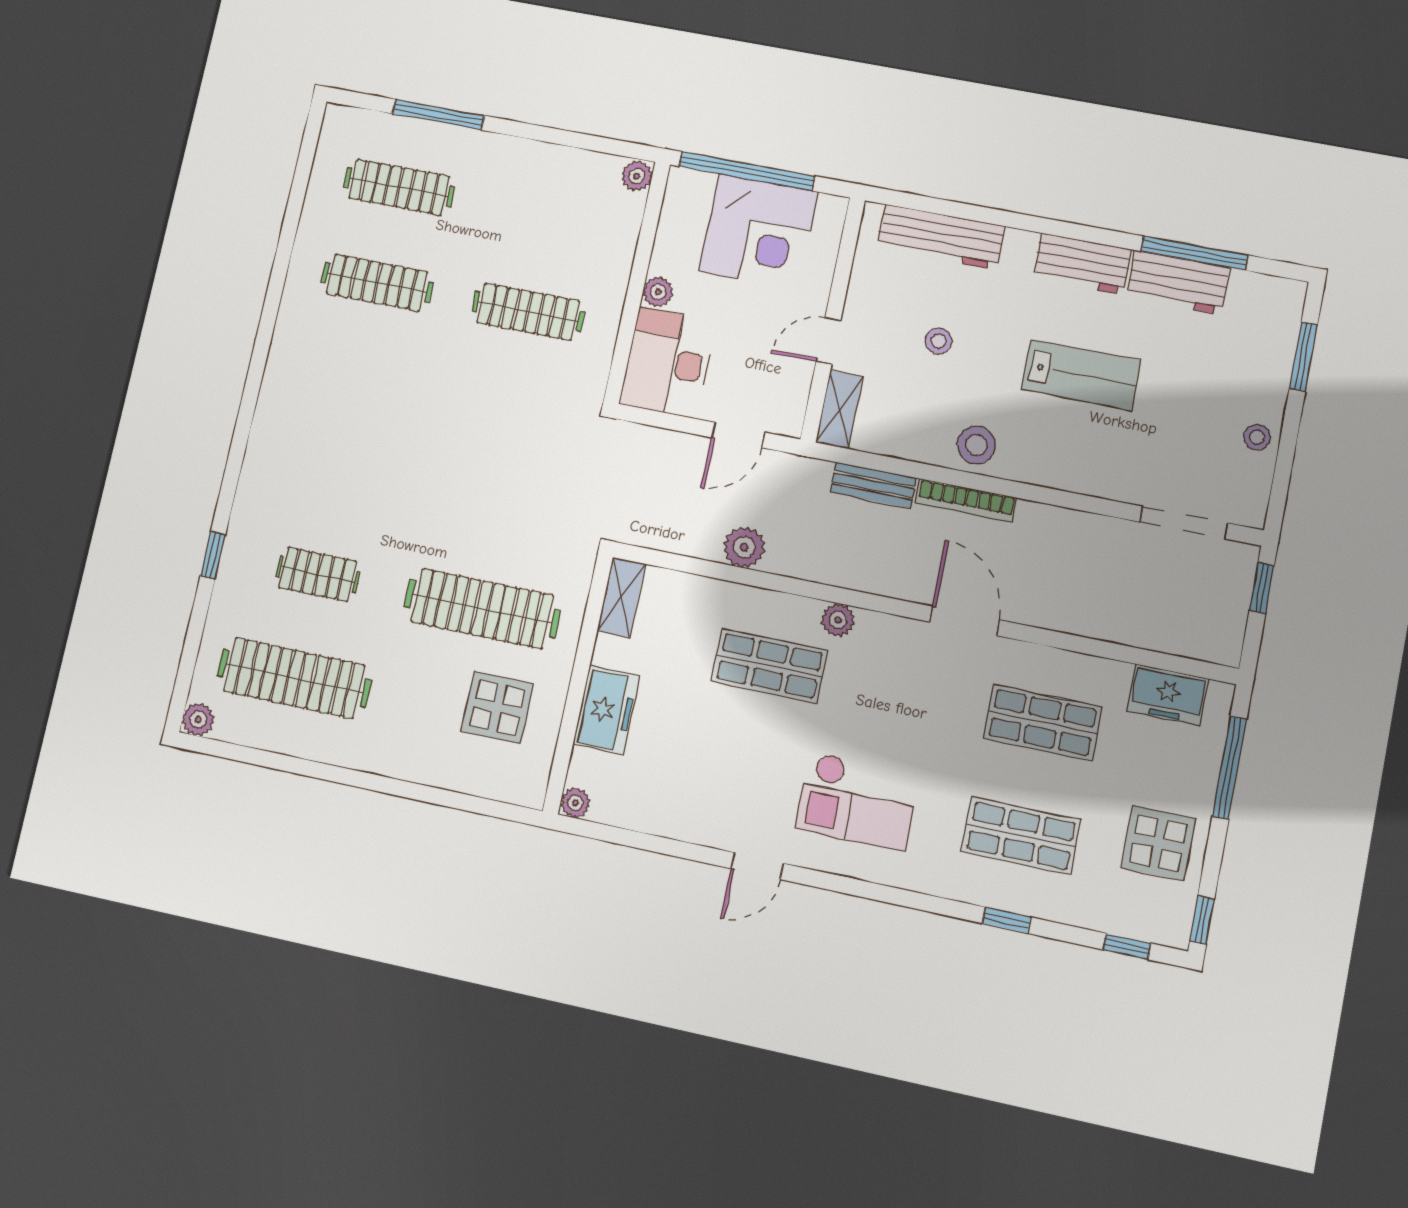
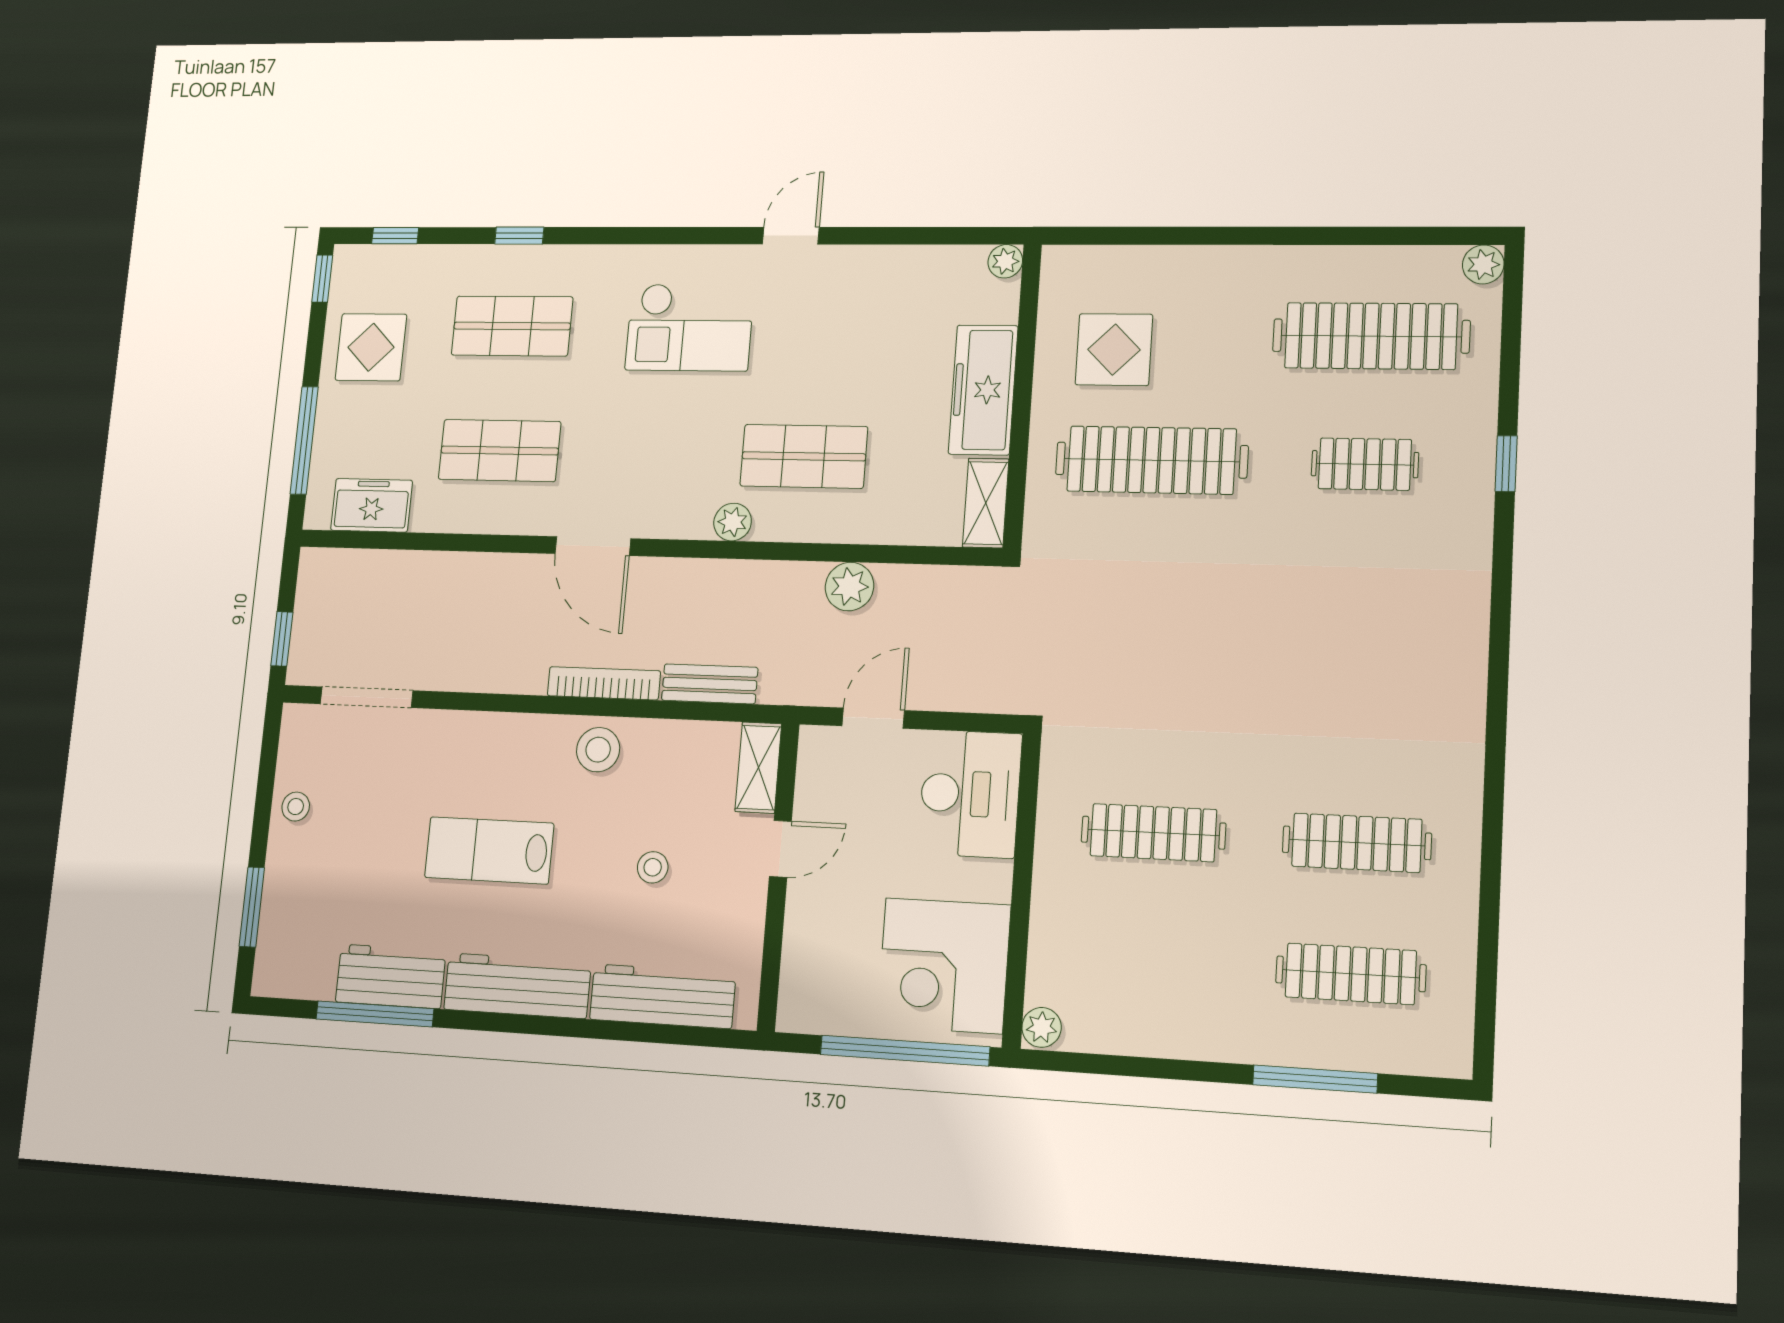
corner desk: (759, 231) -> (944, 966), moved, turned -90
workbench: (1082, 264) -> (517, 986), width x1.38
plant: (658, 292) -> (994, 881), removed
freezer: (606, 710) -> (983, 390), width x1.40
checkout: (857, 801) -> (690, 327), turned 180

